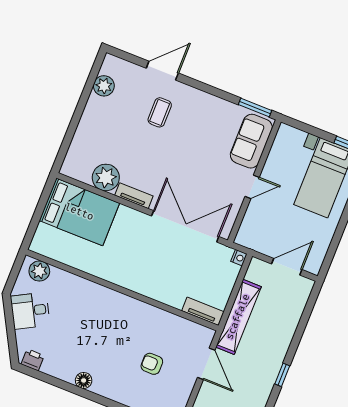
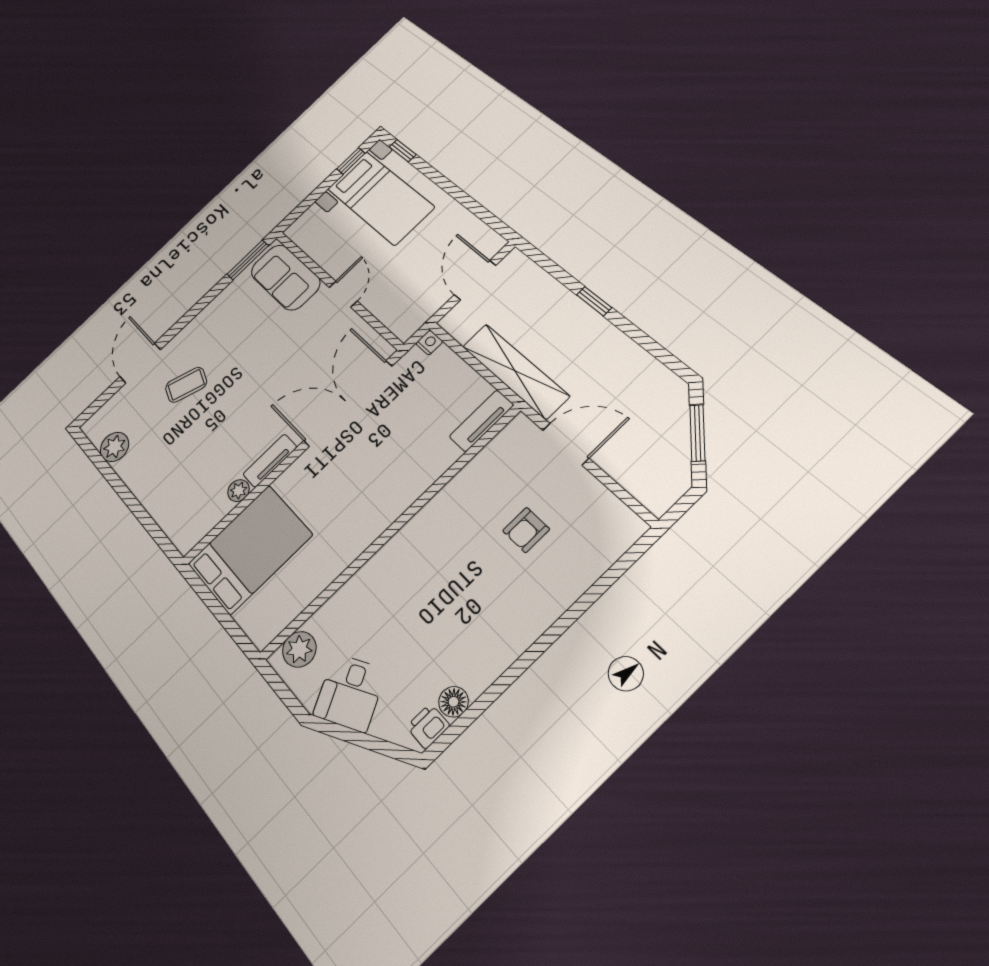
coffee table: (160, 112) -> (186, 385), turned -70
plant: (106, 177) -> (238, 491), width x0.53, depth x0.53
window: (282, 375) -> (594, 301), moved
floor lamp: (84, 380) -> (454, 702), moved

